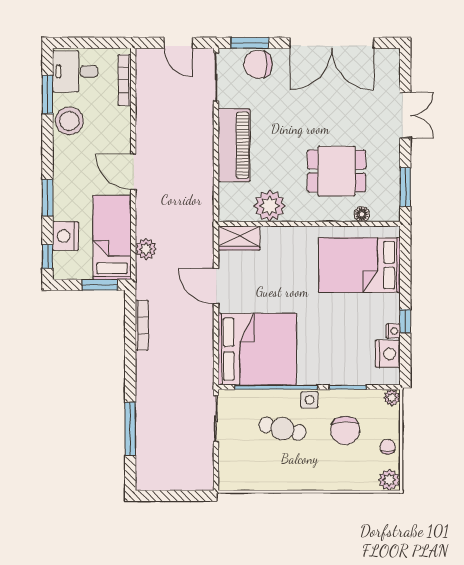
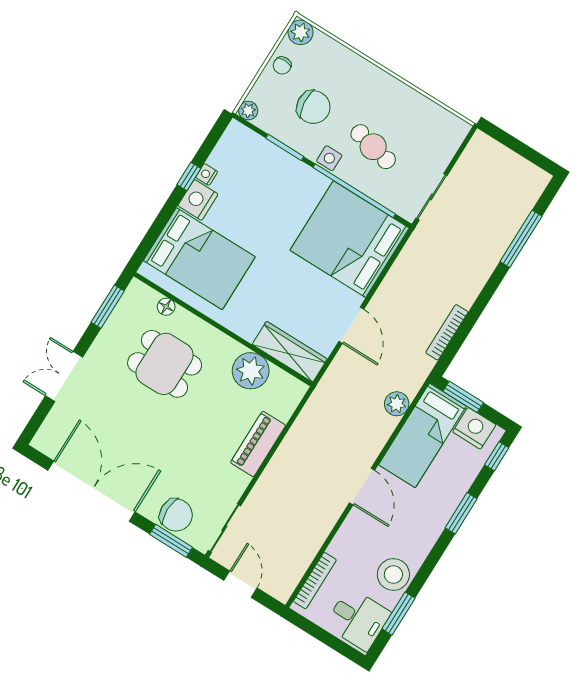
piano: (234, 145) -> (258, 444), width x0.73, depth x0.75
nightstand: (66, 236) -> (474, 428), moved, turned -90
wardrobe: (239, 238) -> (290, 352), width x1.50
nightstand: (388, 354) -> (198, 200), moved
chair: (345, 430) -> (313, 107), turned 85

